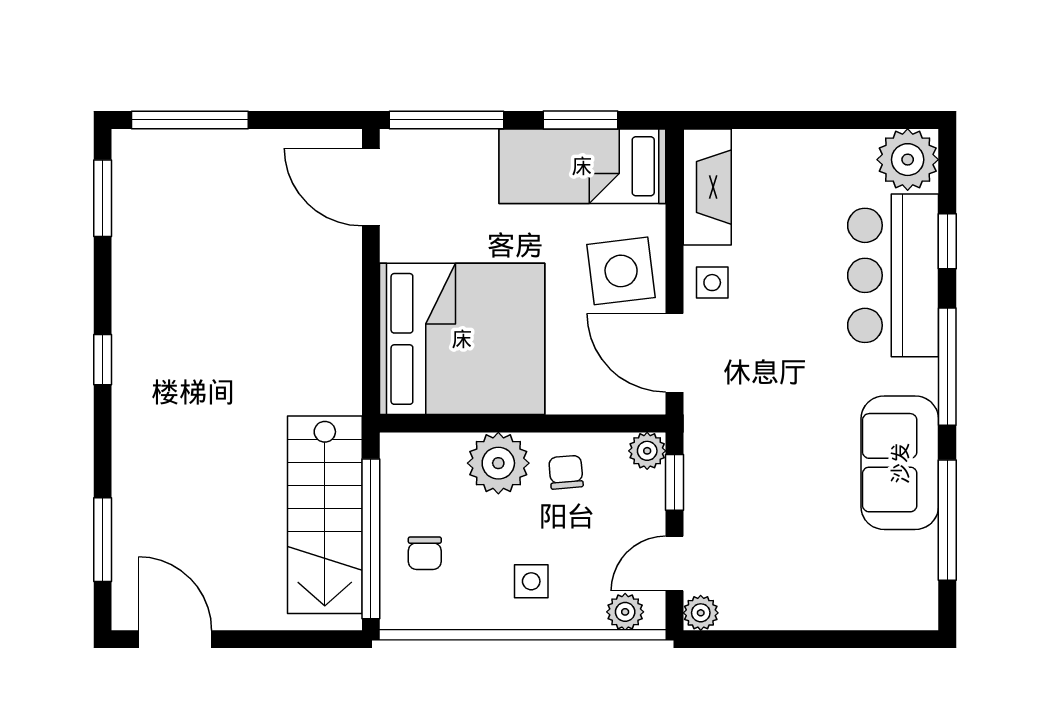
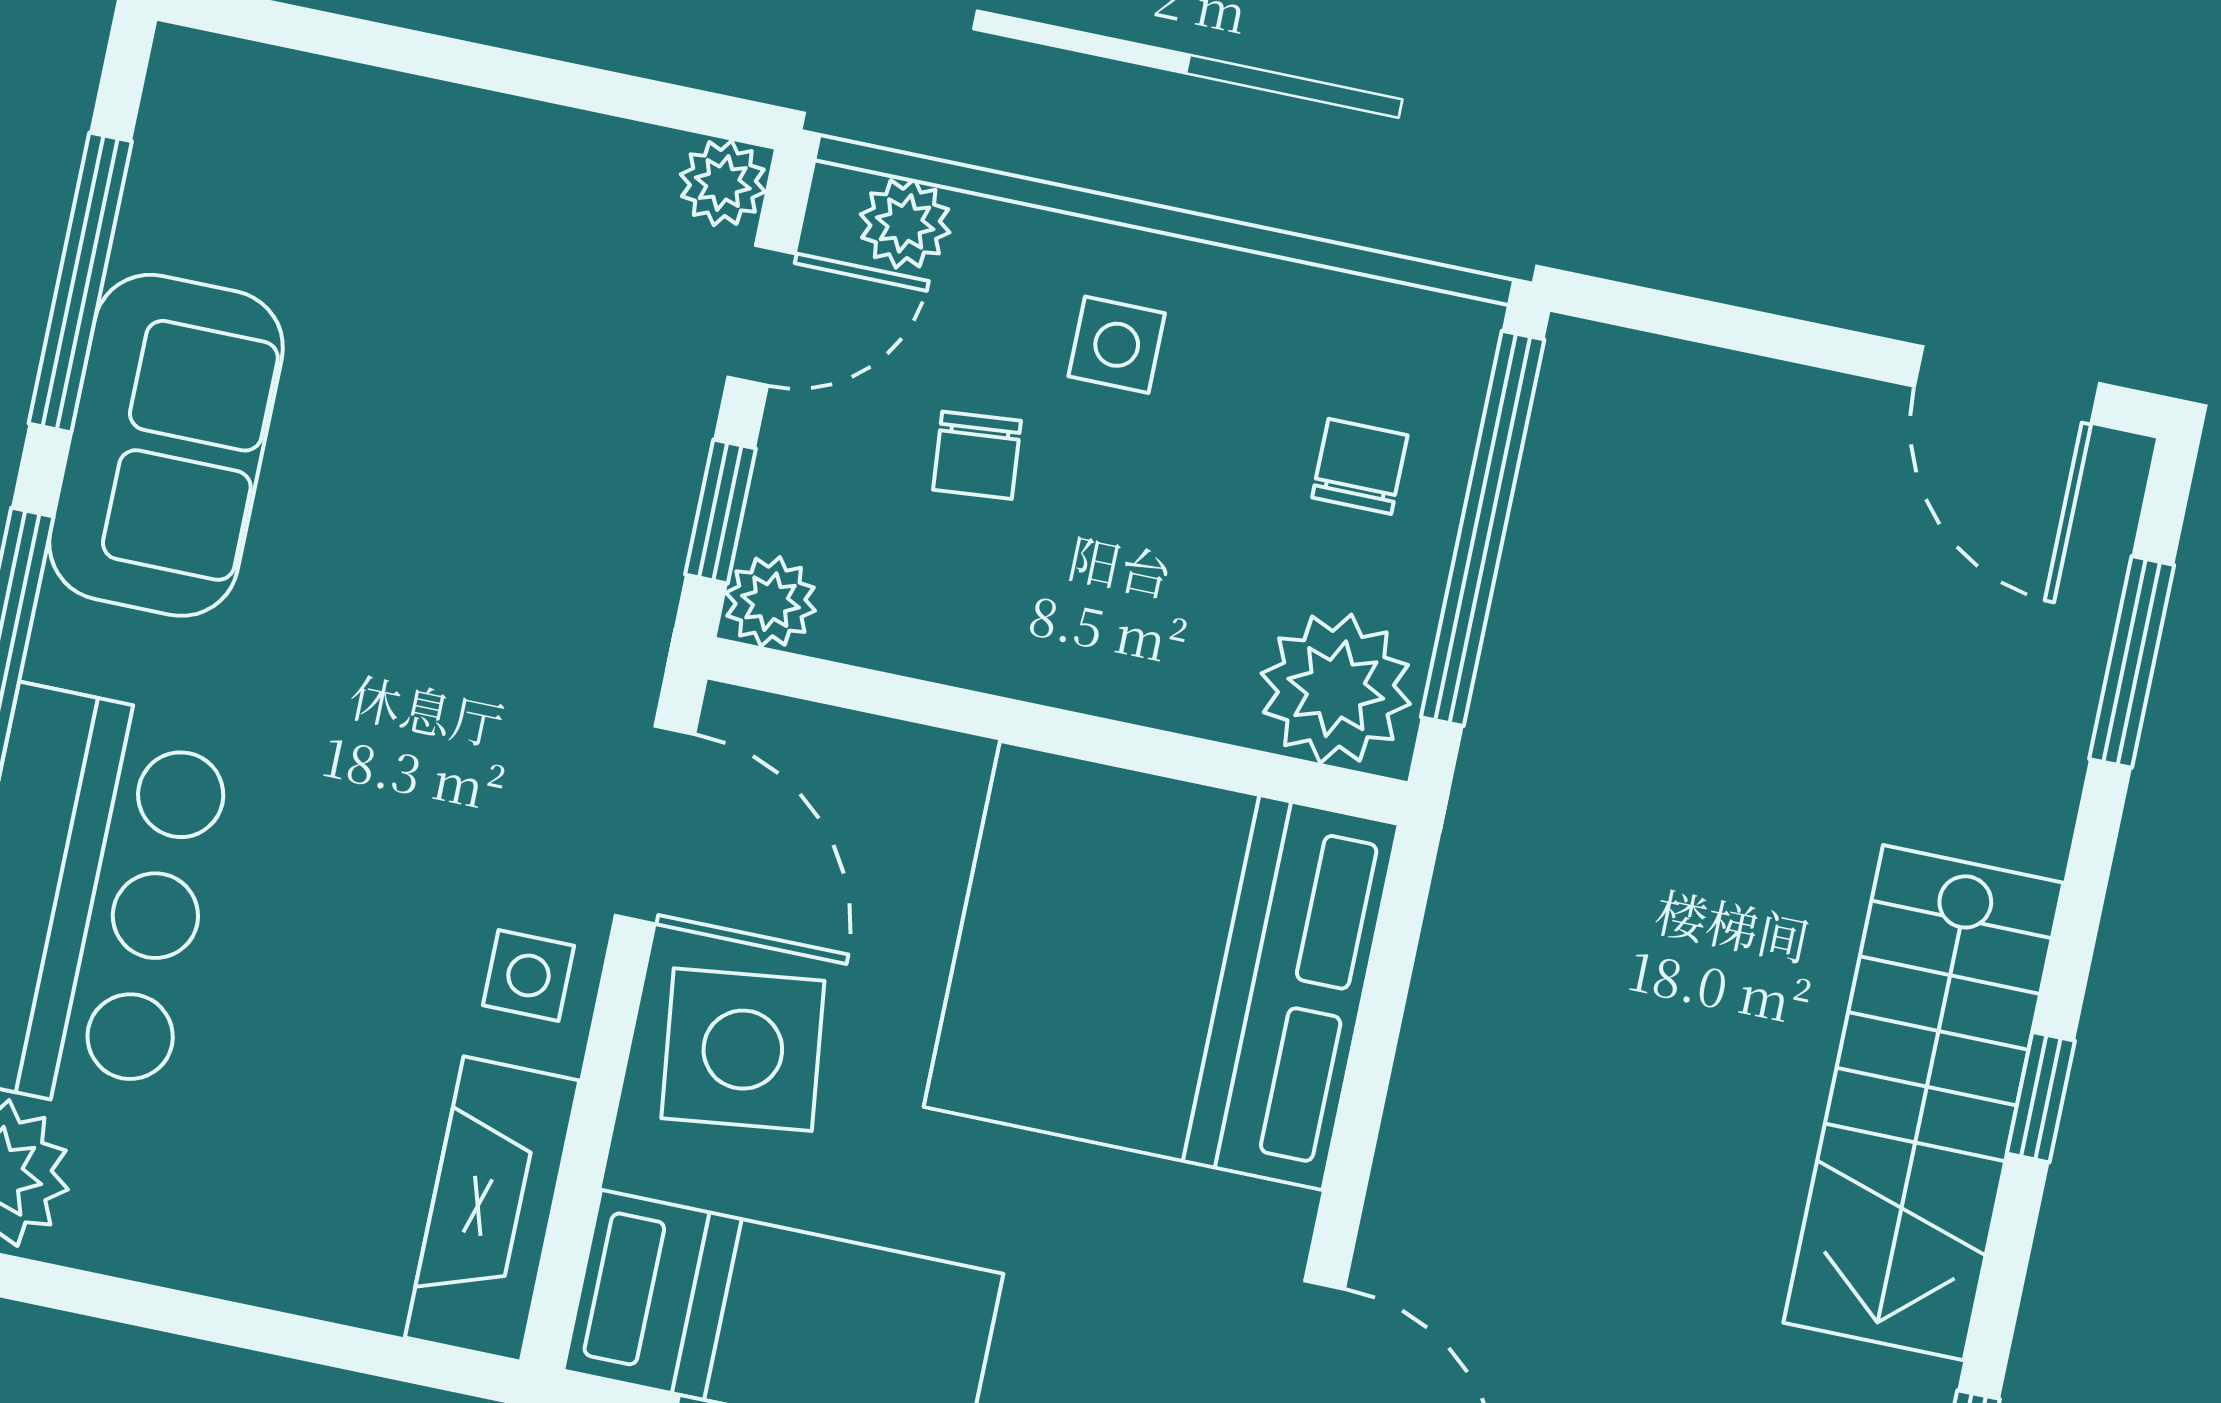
plant: (498, 463) -> (1336, 689), moved
chair: (566, 472) -> (977, 455), moved
stairs: (325, 515) -> (1923, 1103), moved, turned 180

